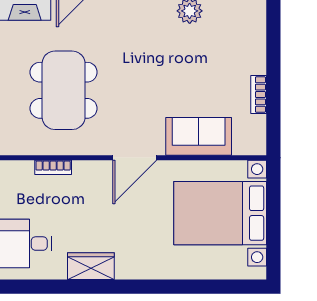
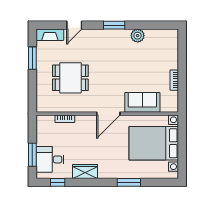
dining table: (64, 90) -> (70, 78), width x0.73
window: (39, 287) -> (58, 182), added
window: (174, 287) -> (129, 182), added

